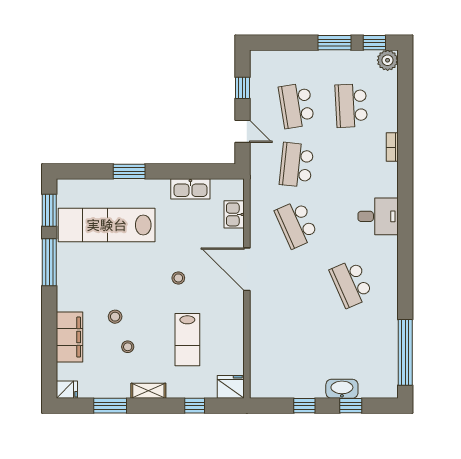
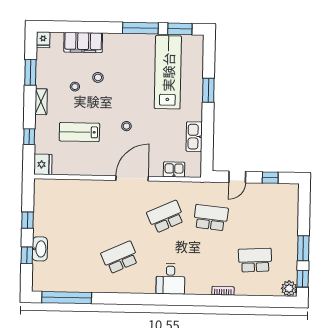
school desk: (296, 106) -> (256, 218), removed

